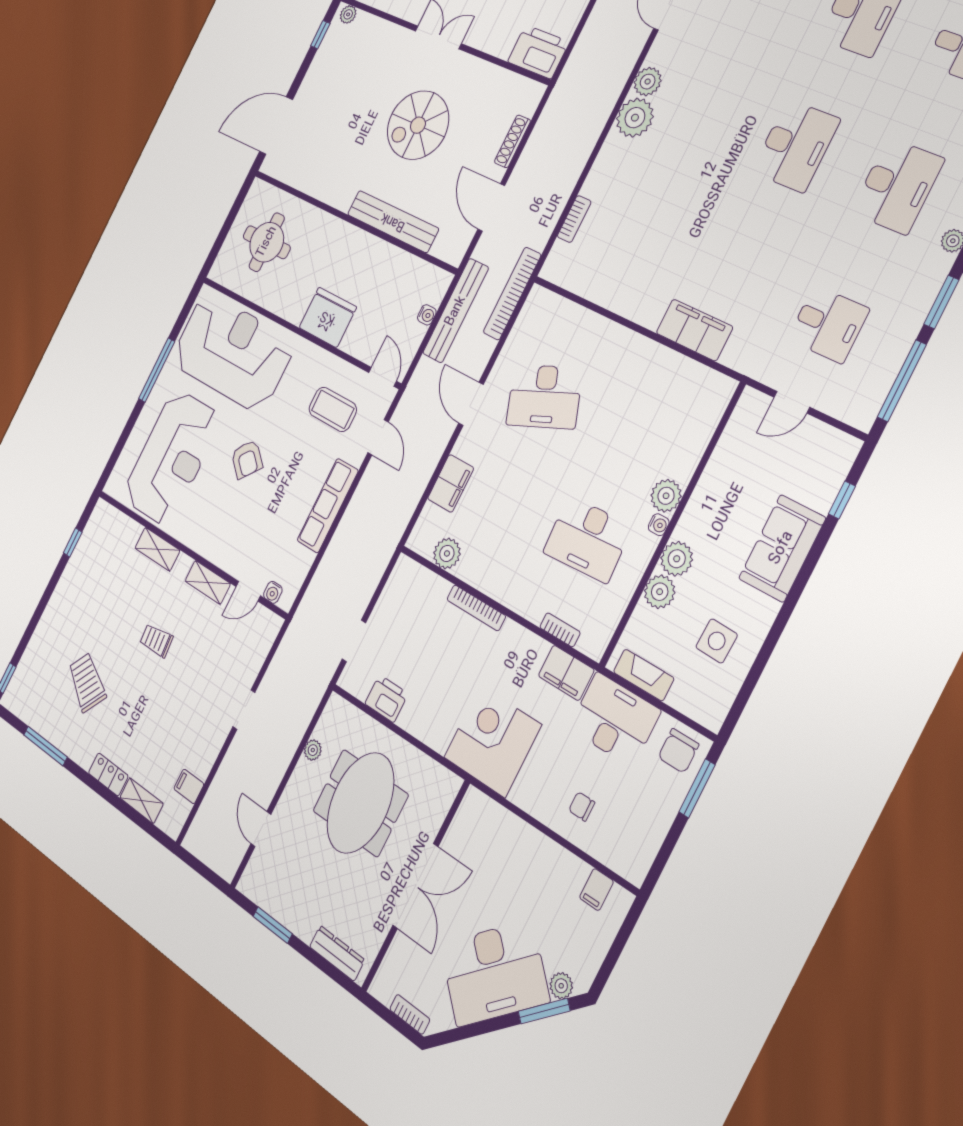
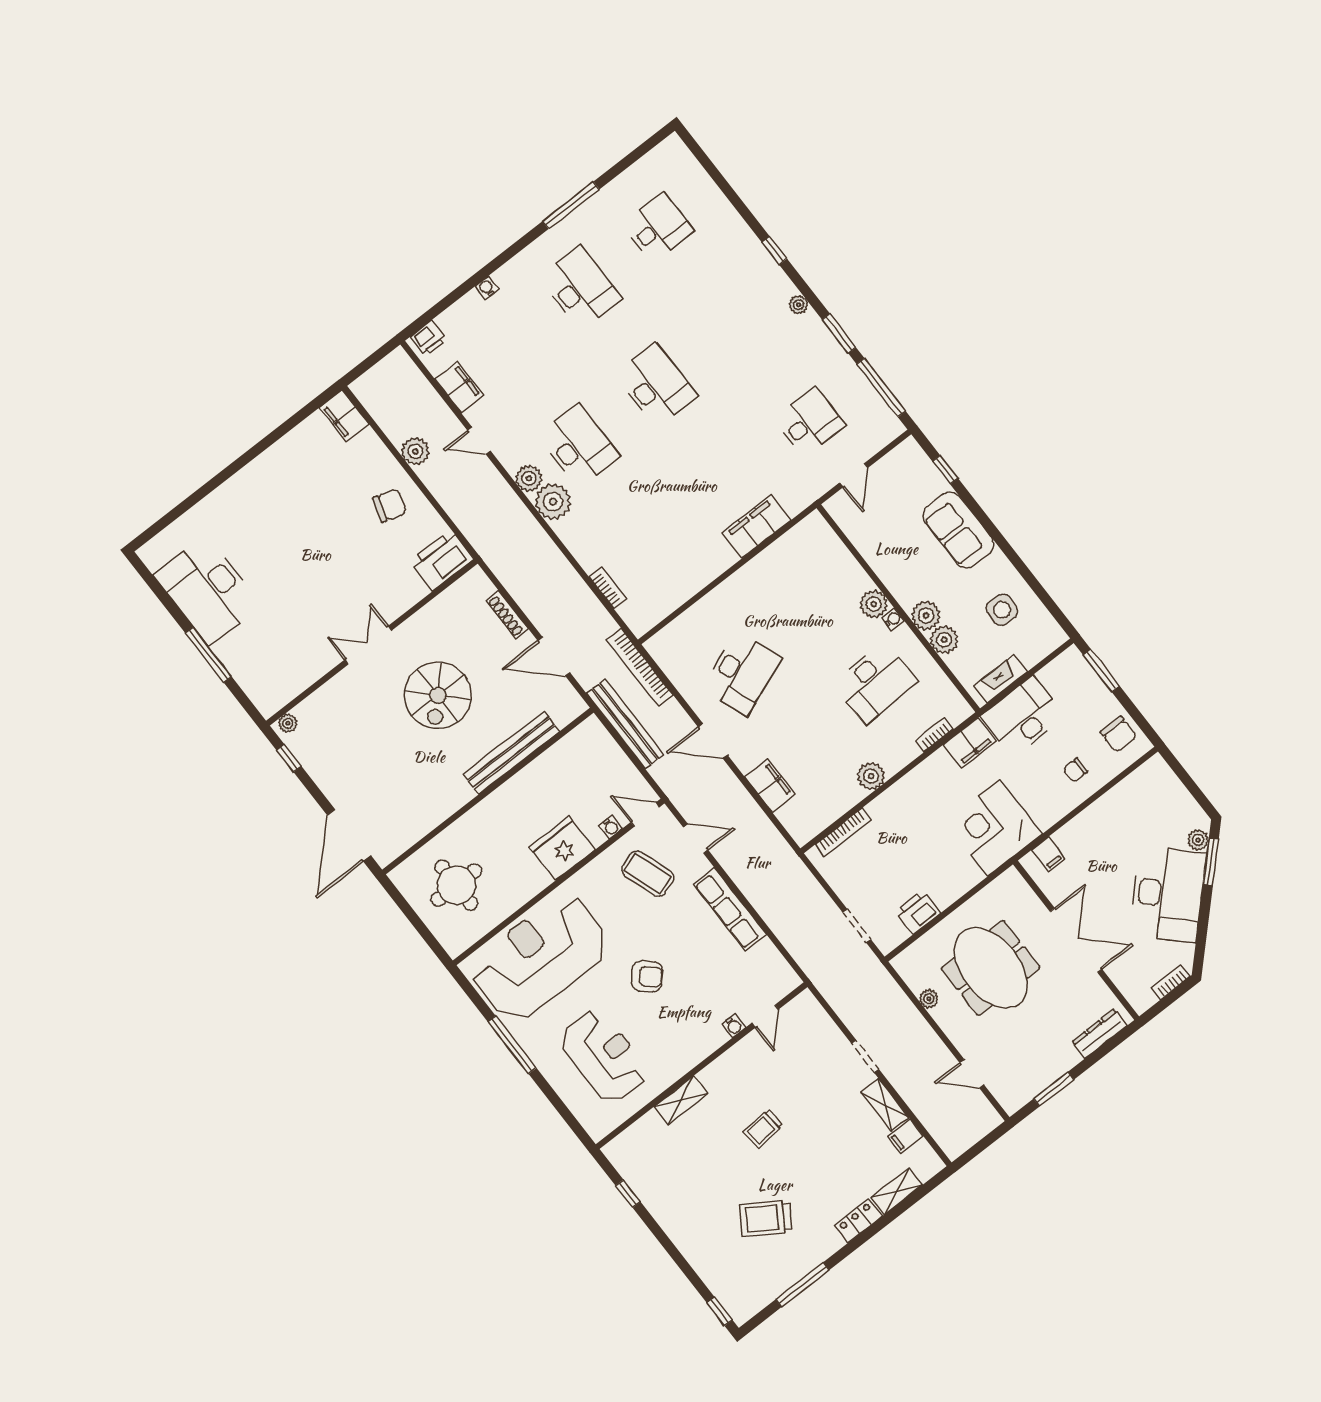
desk: (897, 186) -> (579, 446), moved
water cooler: (427, 315) -> (611, 827), moved, turned 90
coffee table: (333, 409) -> (648, 874), turned 71
reception desk: (172, 457) -> (604, 1056), width x0.74, depth x0.77
plant: (447, 553) -> (871, 776), moved
shelving: (208, 582) -> (885, 1105), moved, turned 90
water cooler: (273, 592) -> (734, 1026), moved
bookcase: (476, 608) -> (843, 832), moved
chair: (678, 751) -> (1119, 734), moved
filing cabinet: (596, 889) -> (1048, 854), moved

